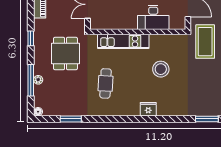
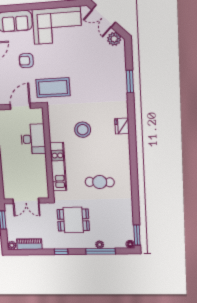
fridge: (148, 109) -> (122, 126), moved
window: (71, 119) -> (137, 235), moved

